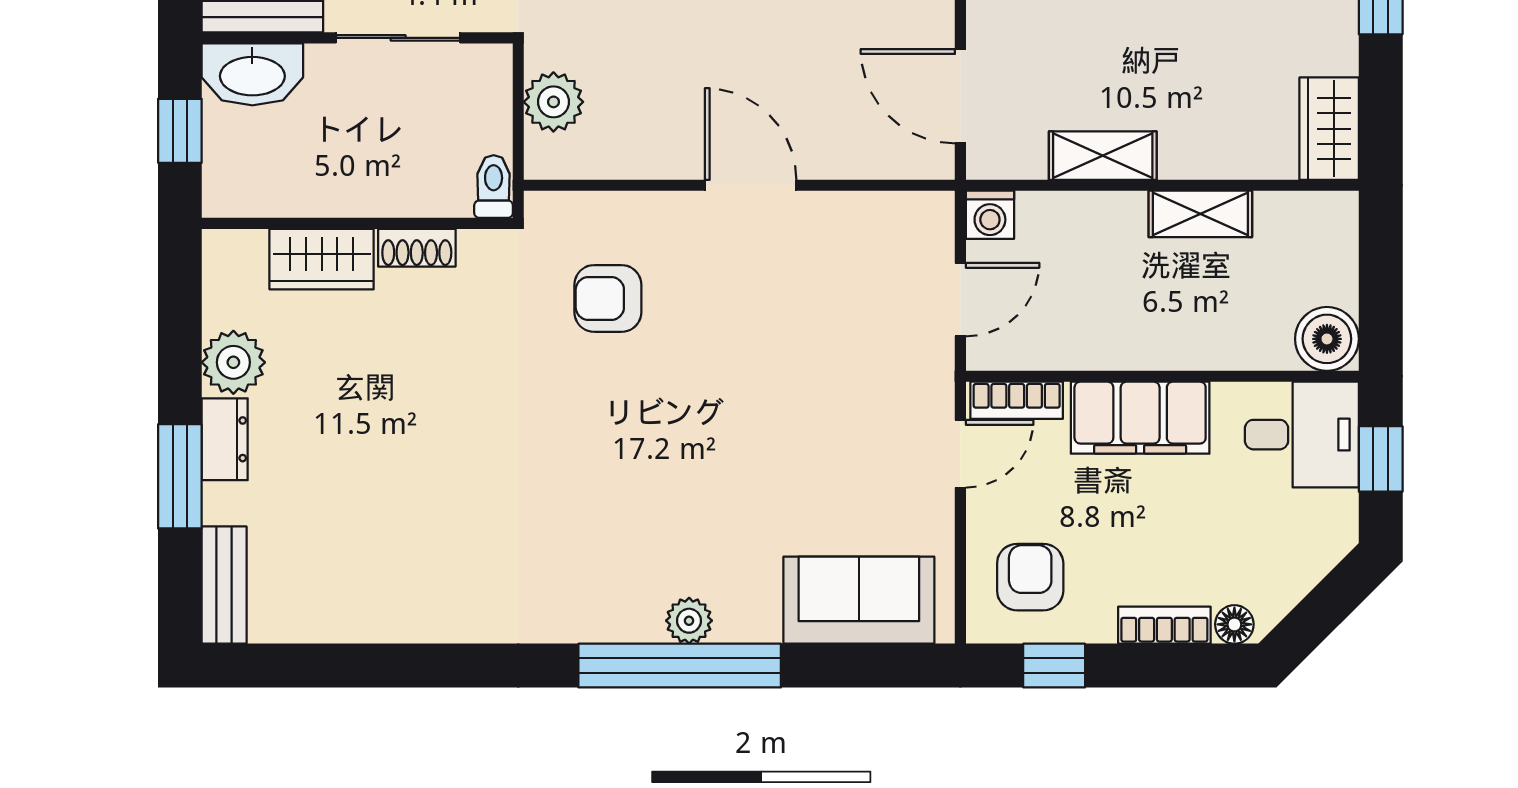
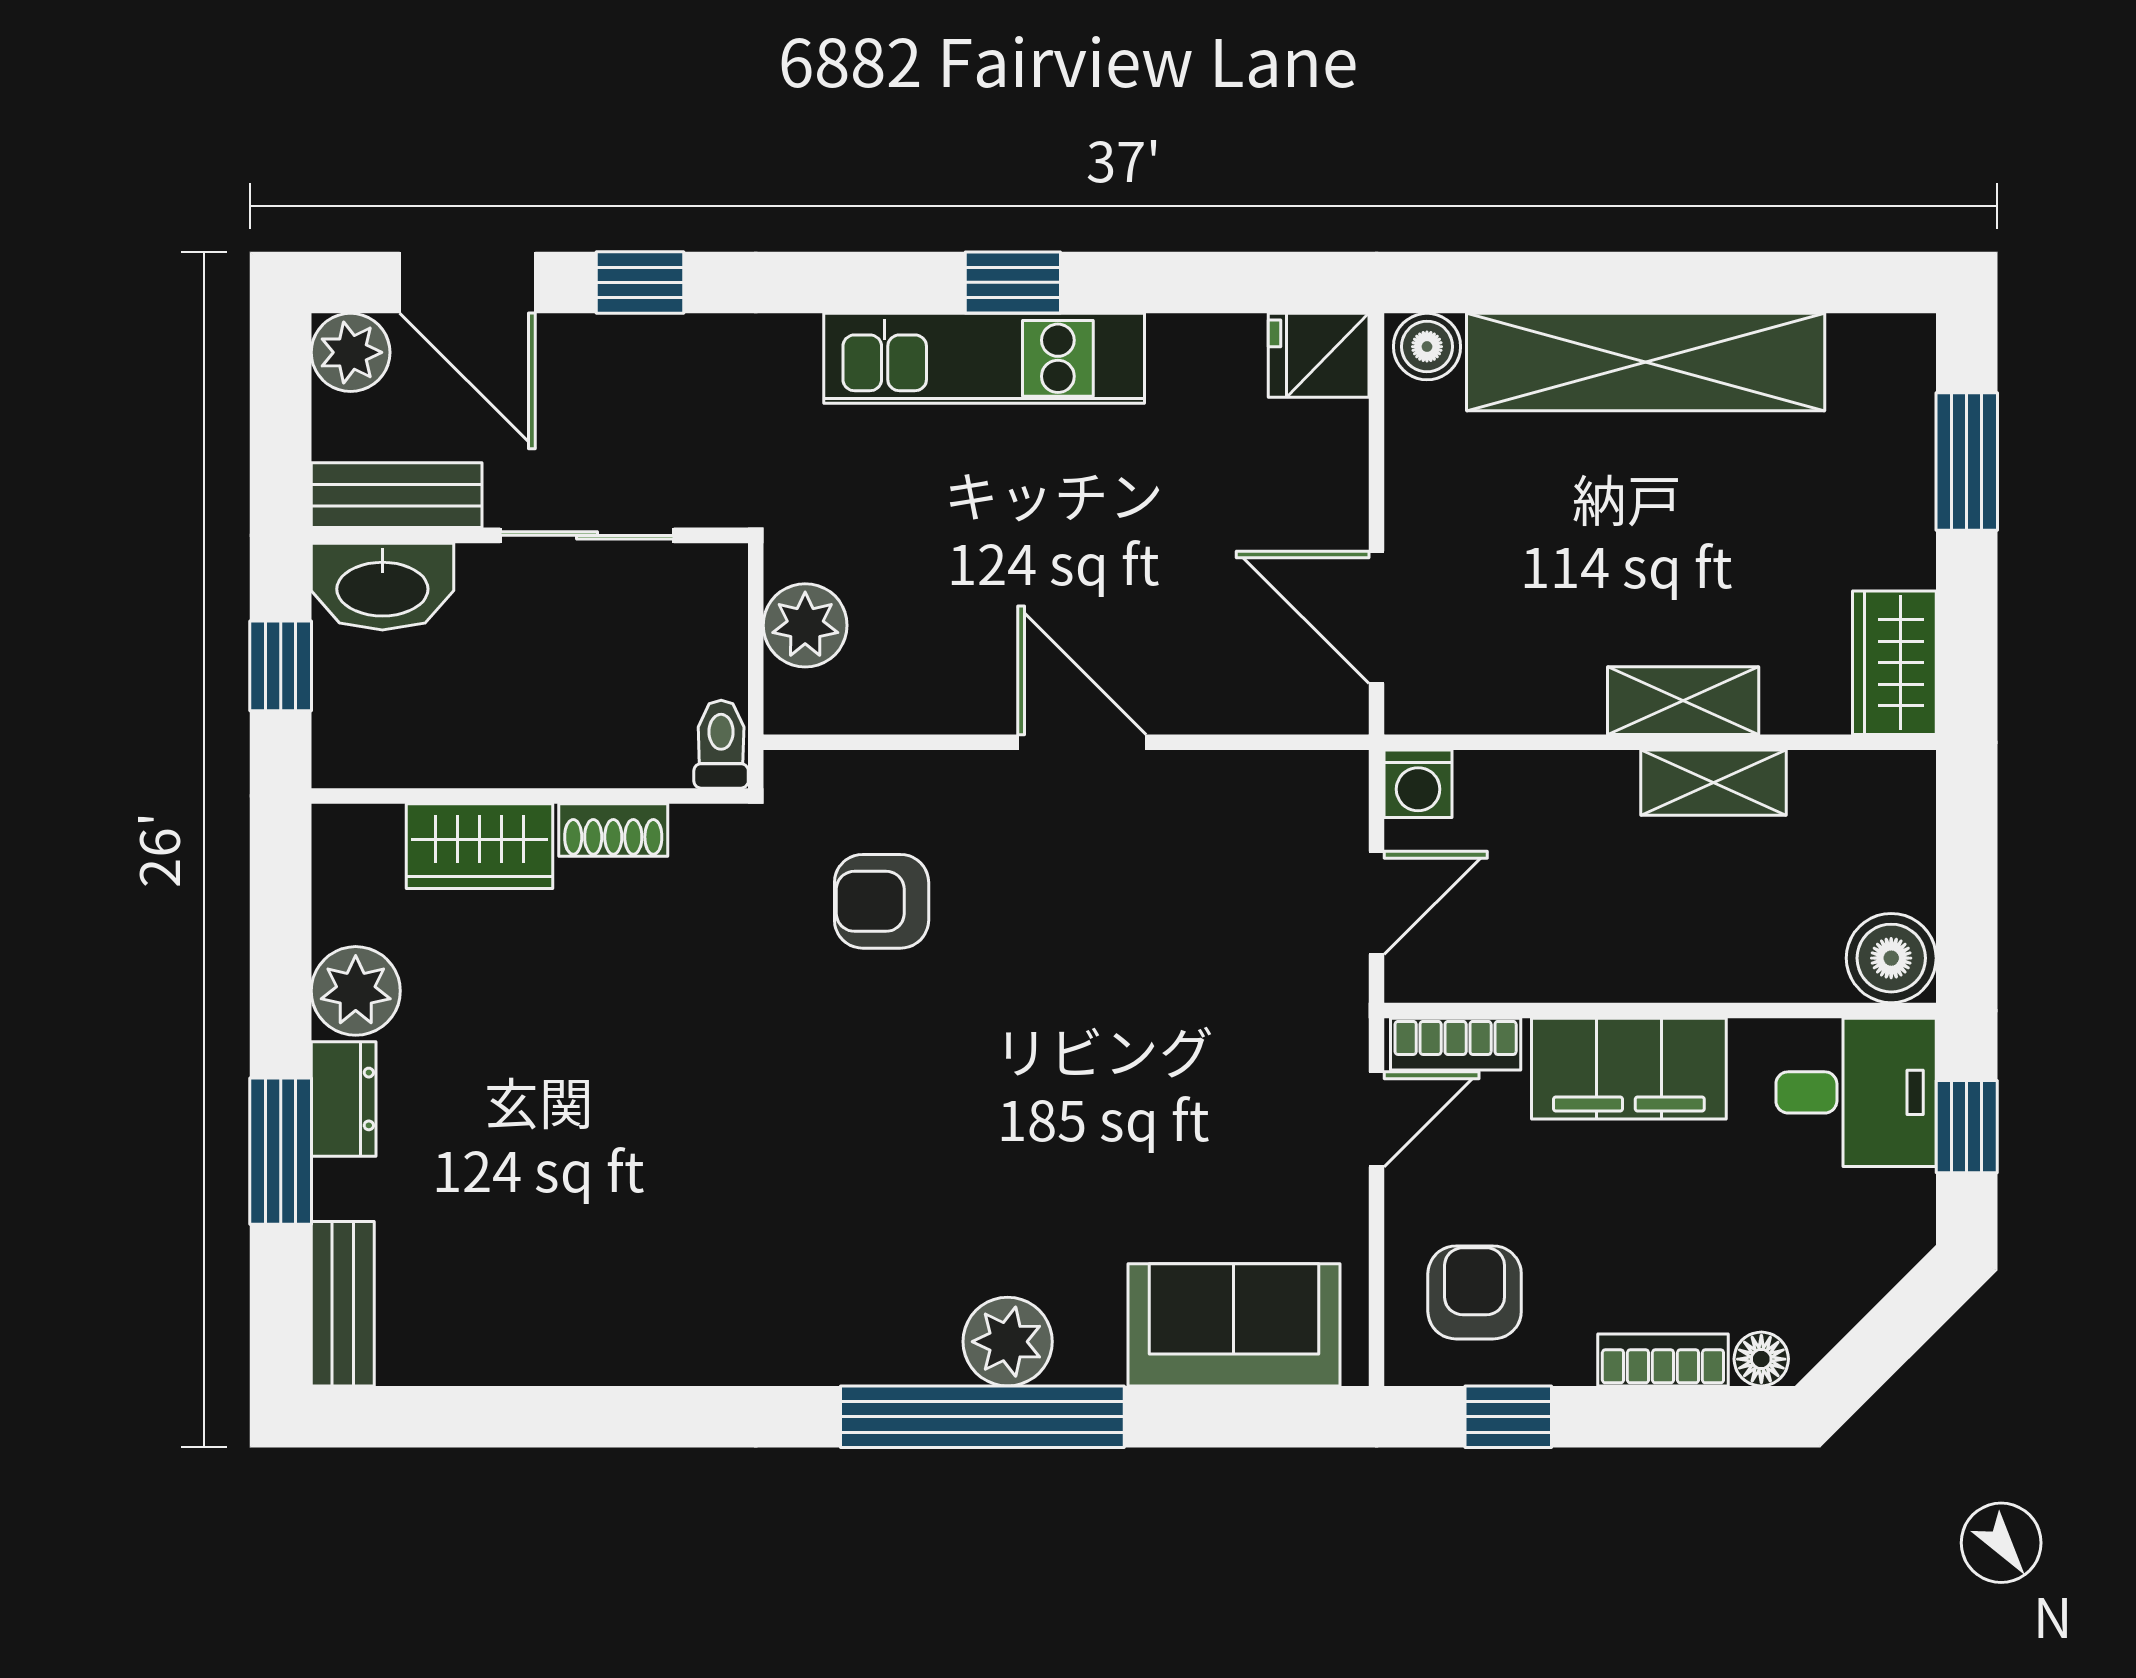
shelving: (1103, 156) -> (1683, 701), moved
plant: (689, 621) -> (1008, 1342), width x1.38, depth x1.38

